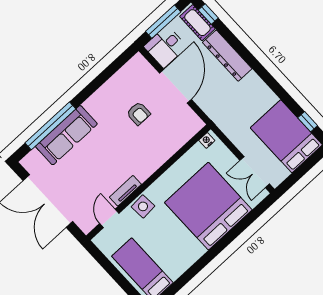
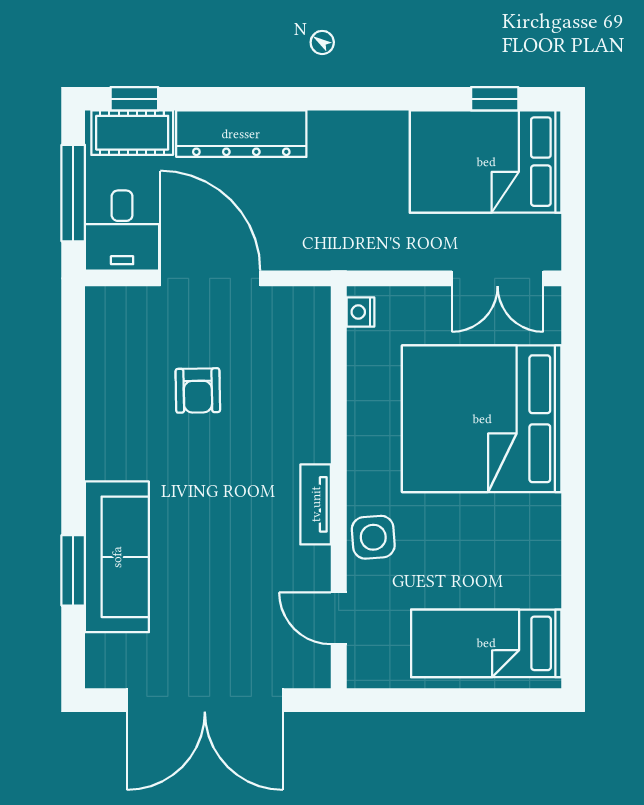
armchair: (138, 113) -> (198, 390), turned 89
window: (50, 126) -> (73, 570), width x0.47
tv unit: (125, 191) -> (316, 504), moved

